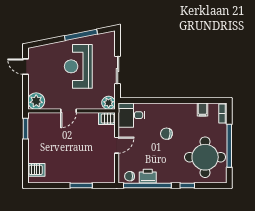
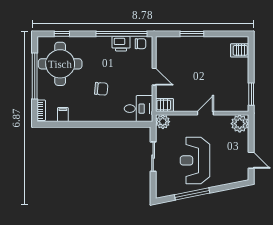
reception desk: (78, 66) -> (195, 160), turned 180
door: (117, 145) -> (154, 77), swing flipped
window: (187, 185) -> (62, 34), moved

